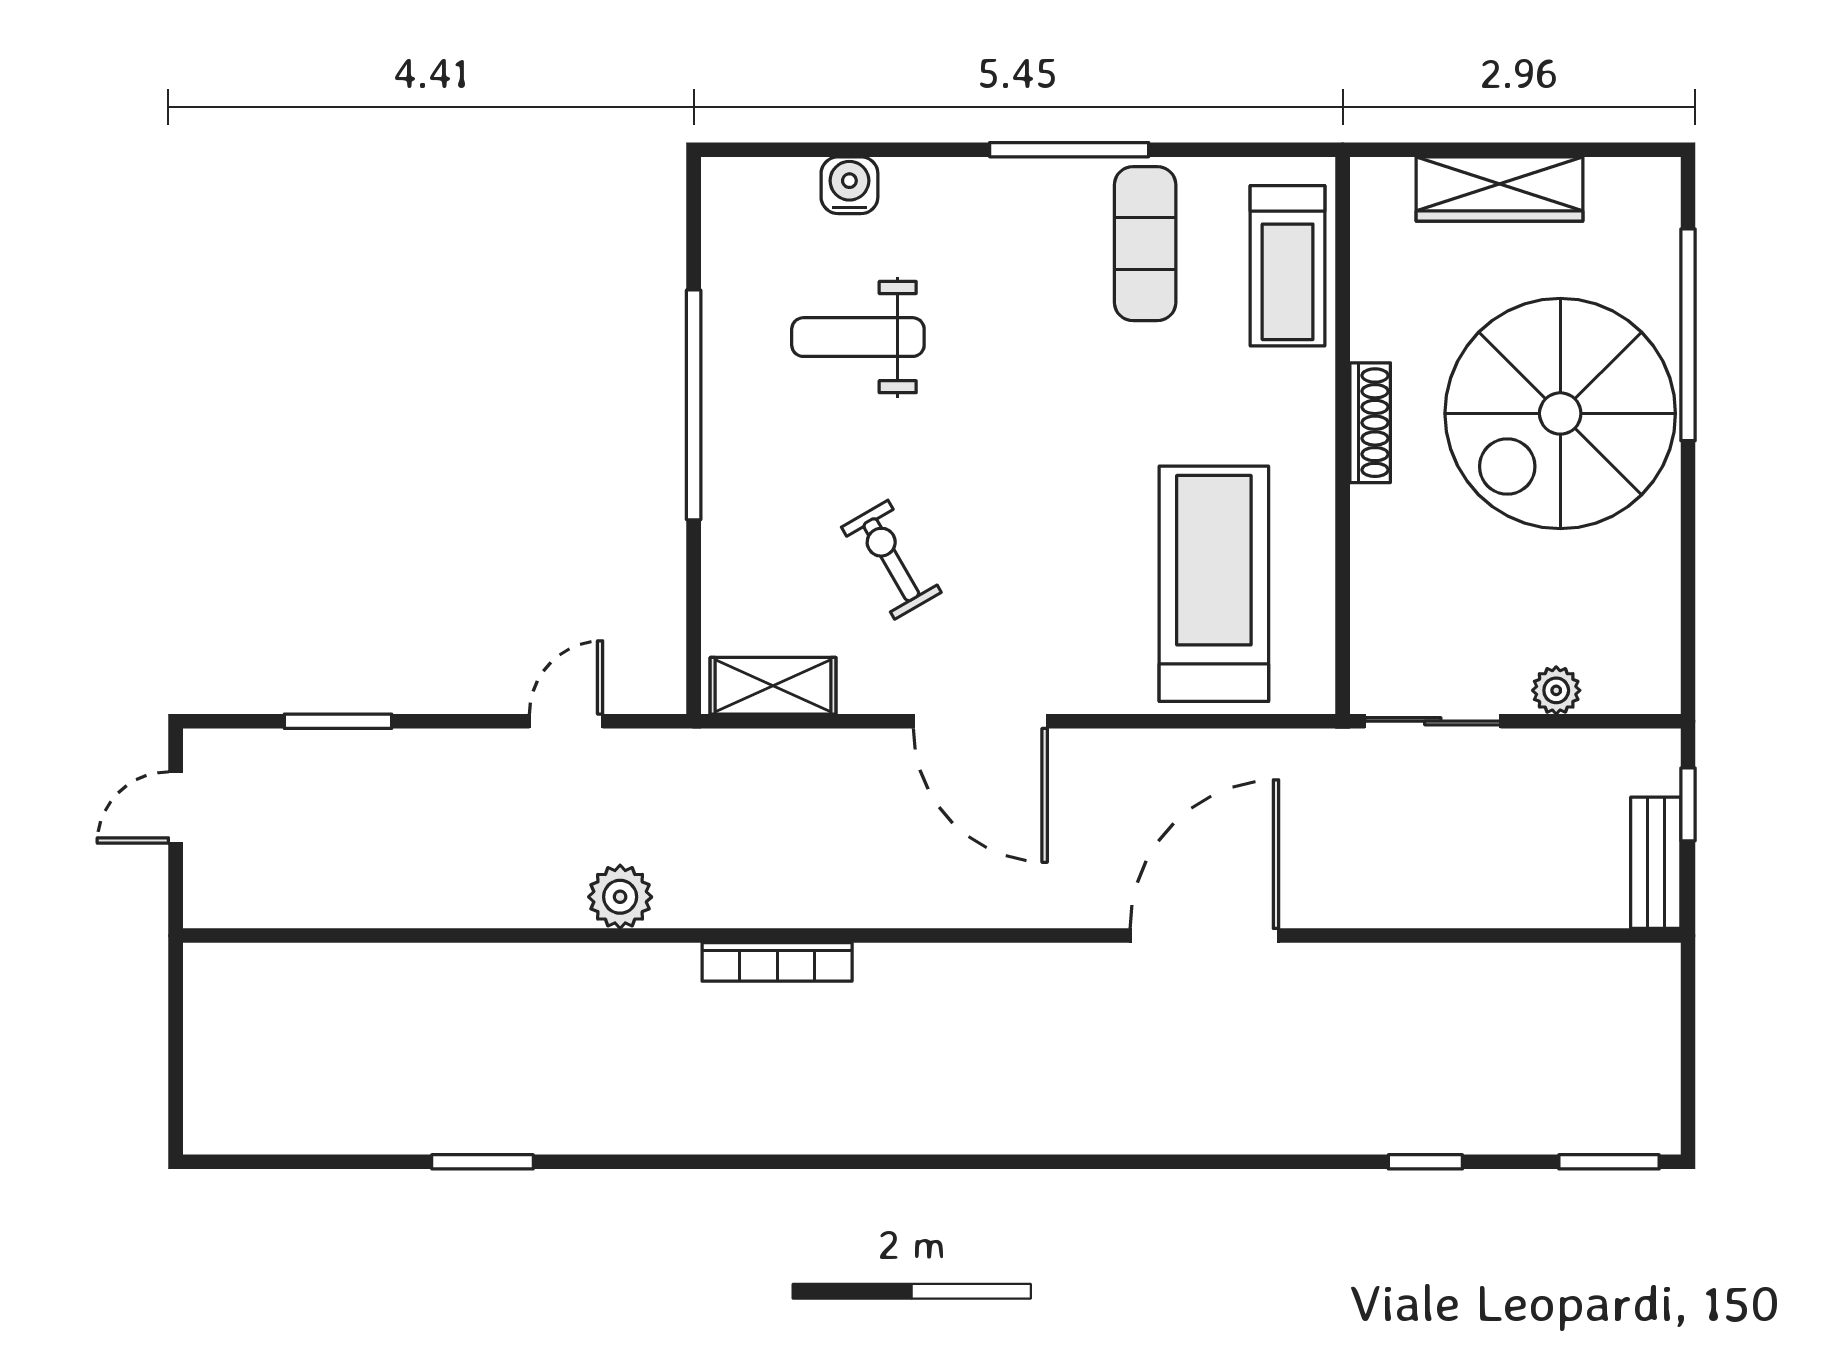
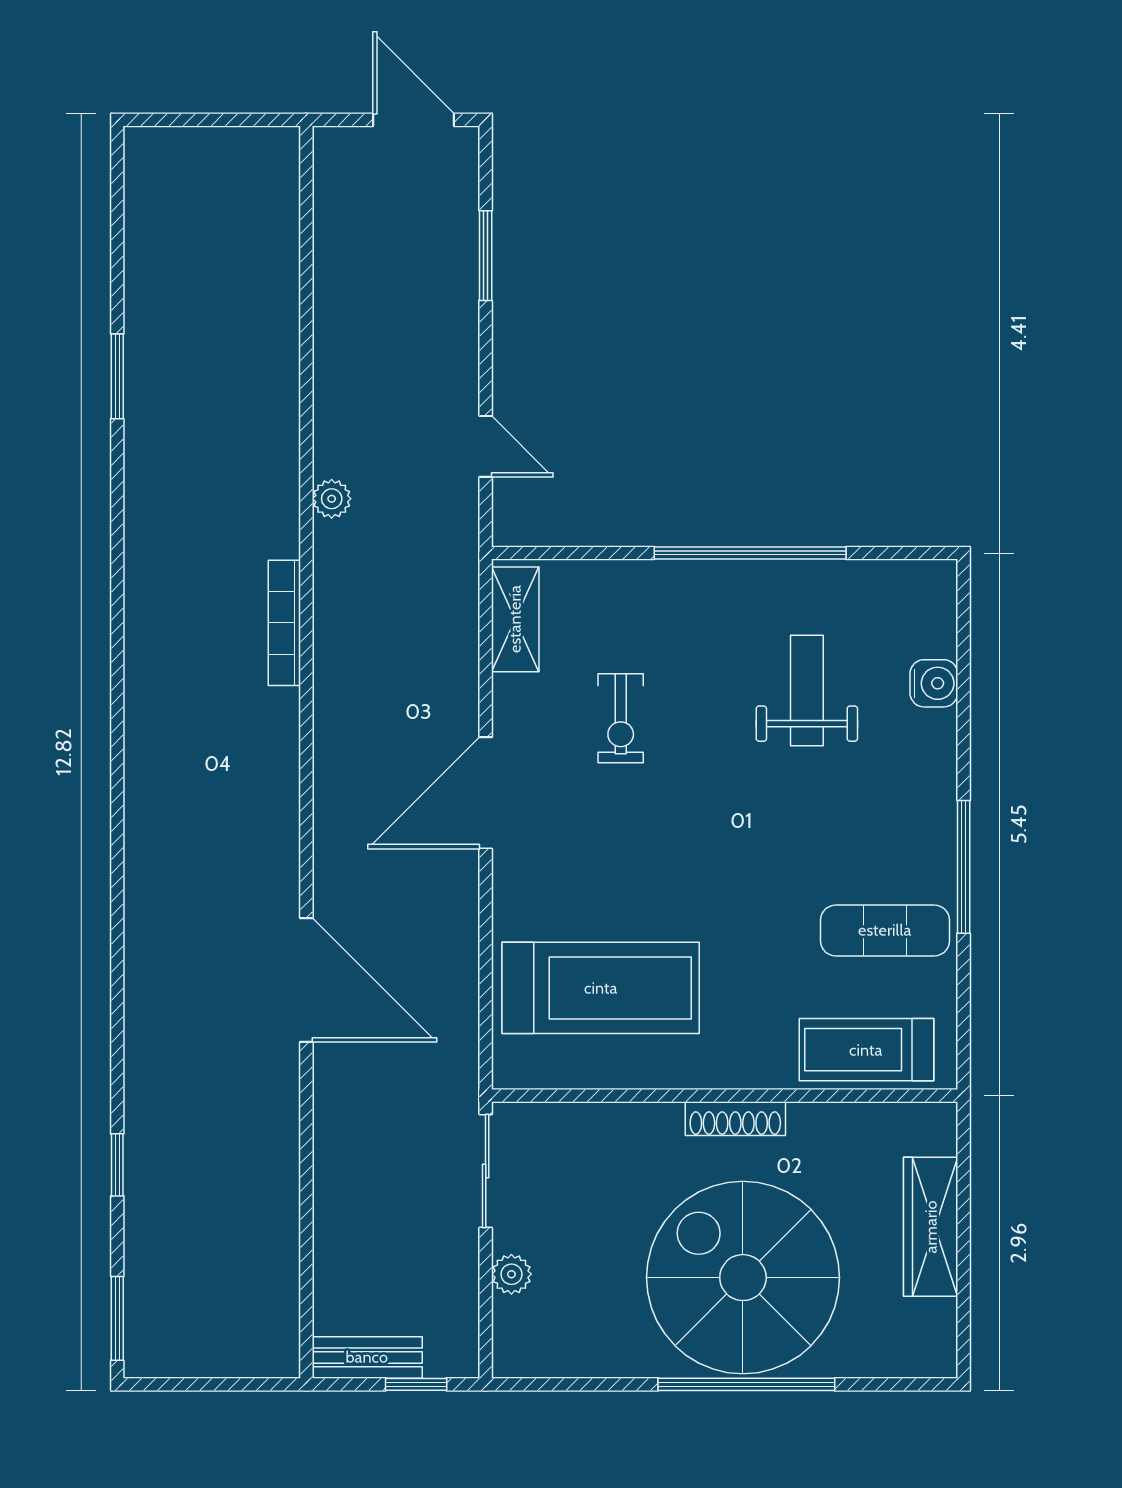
window: (1688, 335) -> (746, 1384), moved
exercise bike: (891, 560) -> (621, 718), turned 120
door: (176, 808) -> (413, 120), width x1.38
plant: (620, 897) -> (332, 499), width x0.73, depth x0.73

